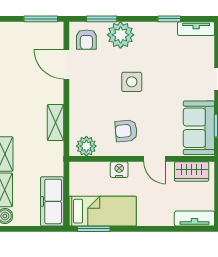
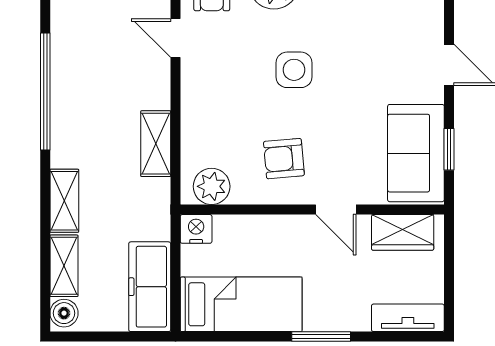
door: (66, 64) -> (175, 38), width x0.73
nightstand: (119, 170) -> (196, 229), moved
window: (94, 229) -> (321, 337), moved

